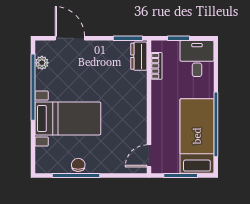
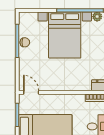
bed with nightstands: (68, 119) -> (65, 35), width x1.36

